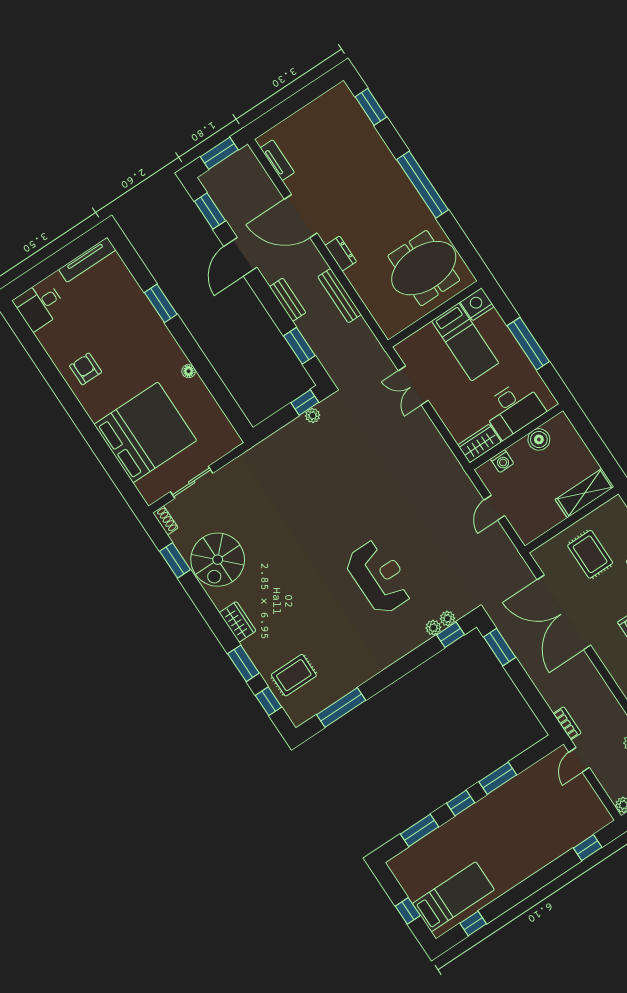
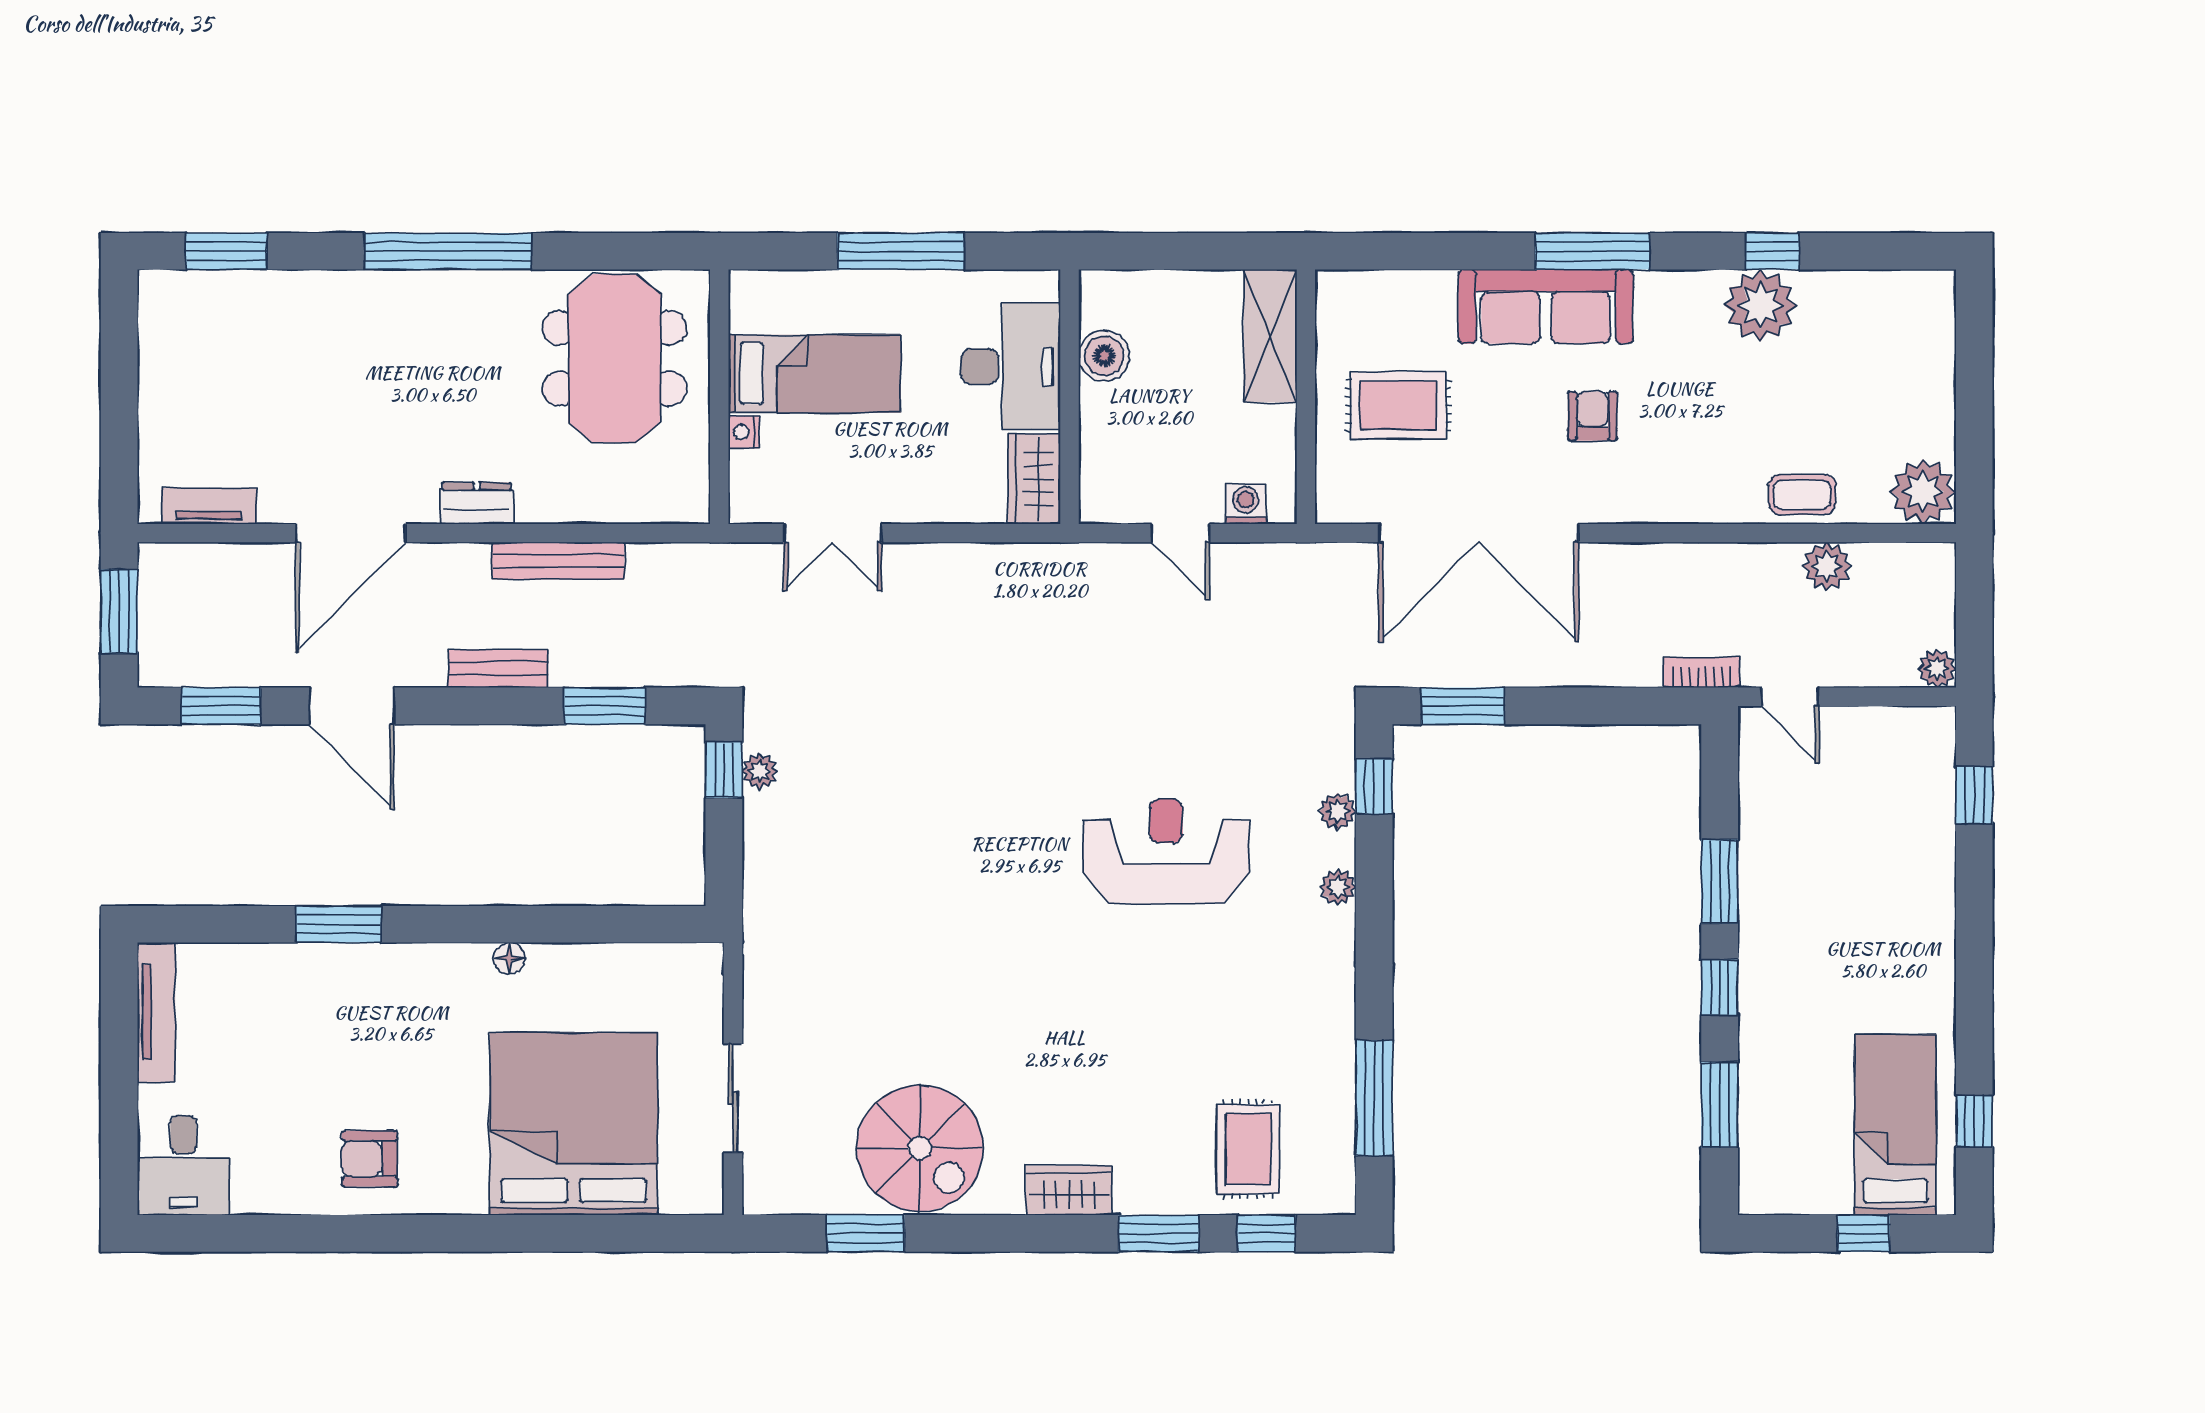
nightstand: (477, 304) -> (744, 432), moved, width x0.53, depth x0.56
washing machine: (502, 461) -> (1246, 504), moved, turned -90
shoe rack: (165, 520) -> (774, 1200), removed
plant: (448, 618) -> (1338, 887), moved

